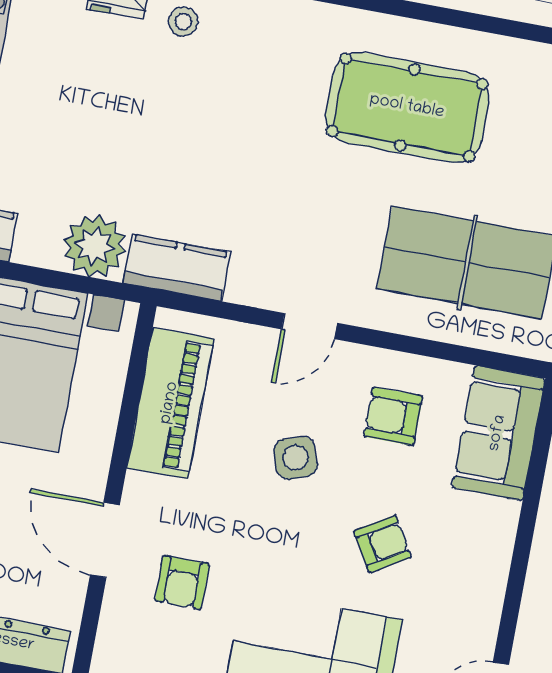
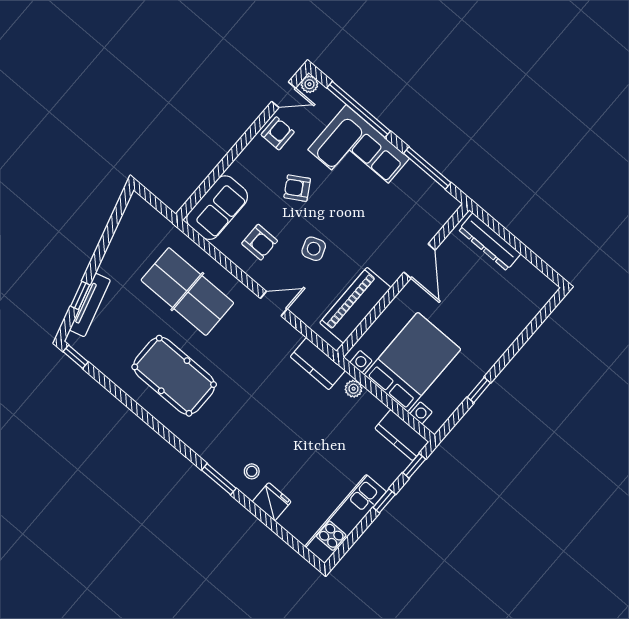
plant: (95, 246) -> (354, 389), width x0.53, depth x0.53
armchair: (182, 582) -> (278, 133), moved

